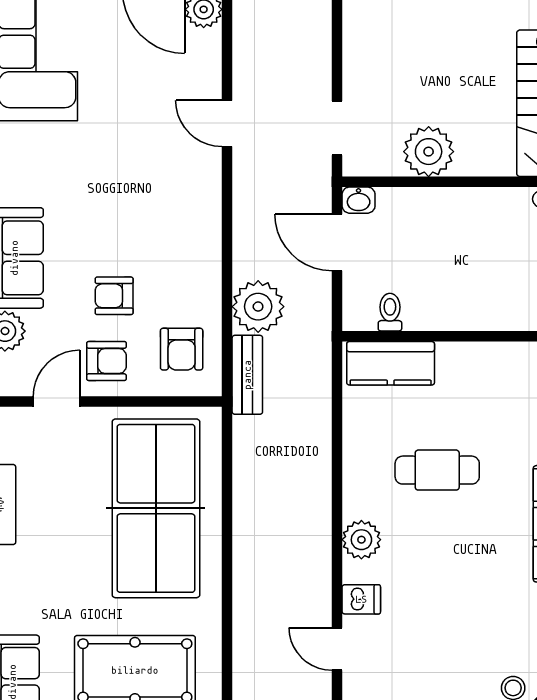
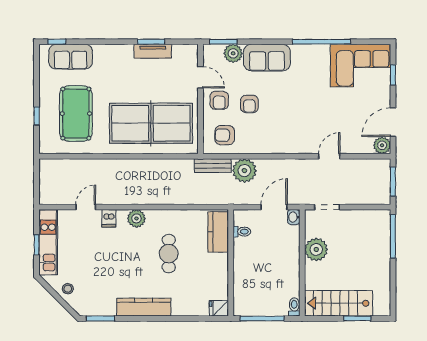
armchair: (114, 296) -> (249, 104), turned 180

